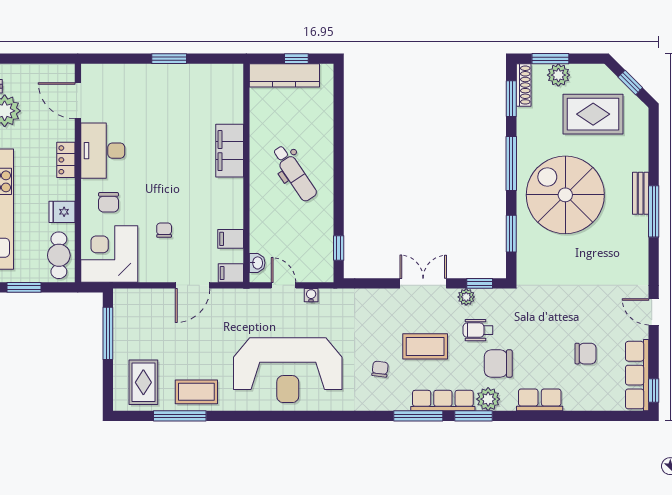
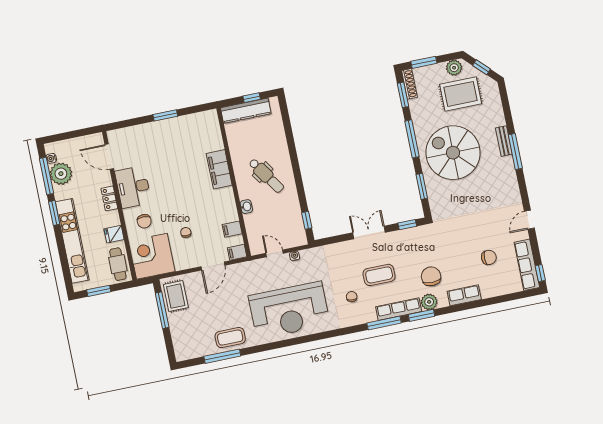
plant: (558, 75) -> (454, 68), moved
washbasin: (257, 263) -> (246, 207), moved
plant: (466, 297) -> (400, 236), removed
door: (654, 312) -> (529, 220), hinge flipped
wheelchair: (478, 330) -> (413, 256), removed
chair: (498, 364) -> (431, 276), turned 90
rug: (143, 382) -> (176, 296), moved

